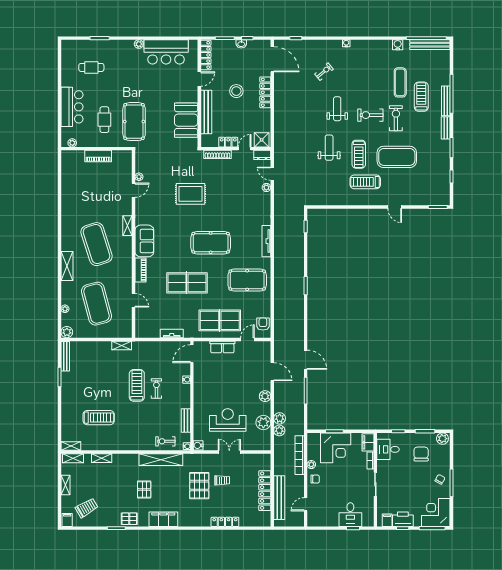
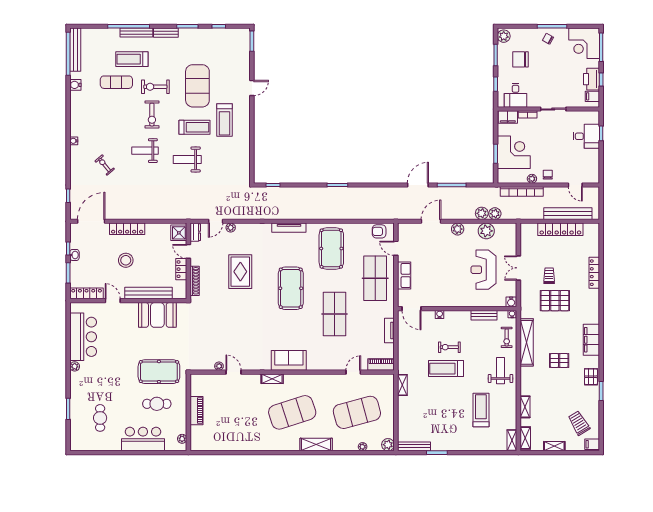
rug: (190, 194) -> (240, 272), moved
piano: (141, 270) -> (381, 365), moved
weight bench: (135, 436) -> (501, 371), added

